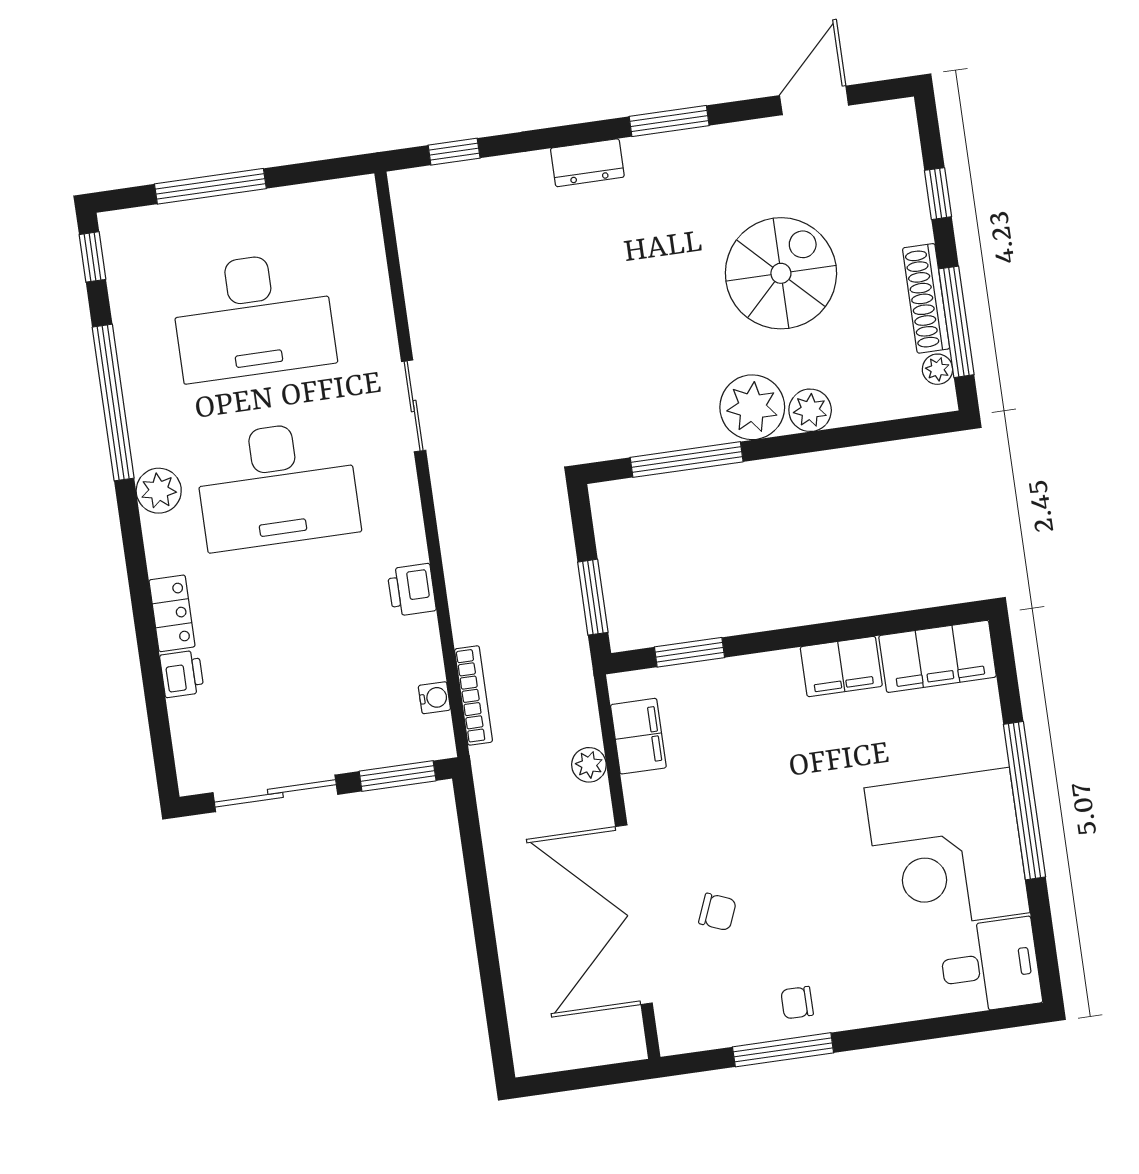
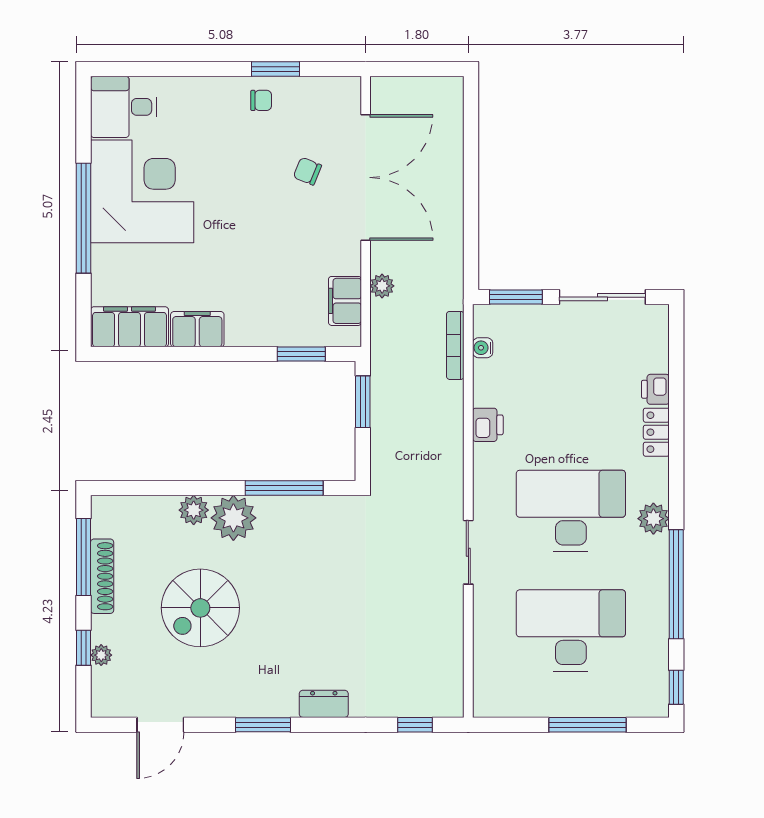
plant: (937, 369) -> (101, 655), moved
window: (783, 1050) -> (276, 69), width x0.69

